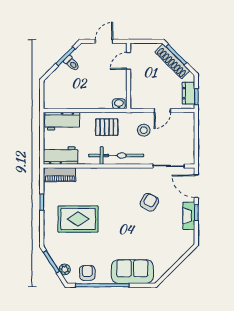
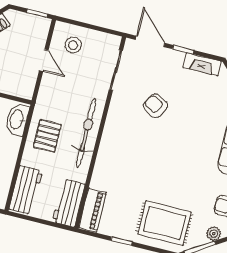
dresser: (188, 93) -> (30, 22), removed
washbasin: (119, 104) -> (17, 120), width x1.91, depth x1.45
stool: (144, 130) -> (73, 45), moved
door: (196, 186) -> (150, 41), swing flipped
fireplace: (189, 216) -> (202, 64), moved
rug: (78, 219) -> (164, 223), moved, turned 90

